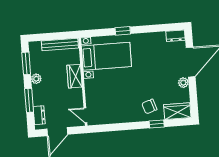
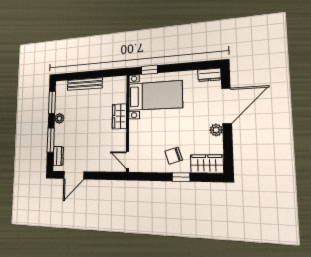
bed with nightstands: (106, 56) -> (155, 96), moved
wardrobe: (75, 76) -> (119, 116), moved
wall: (83, 82) -> (128, 123), moved
door: (85, 115) -> (128, 160), moved

